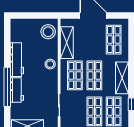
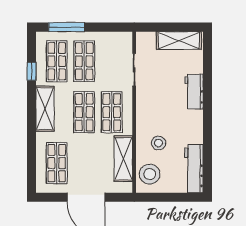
workbench: (17, 60) -> (194, 169), moved
stool: (50, 64) -> (159, 143), moved
window: (7, 87) -> (207, 96), removed

